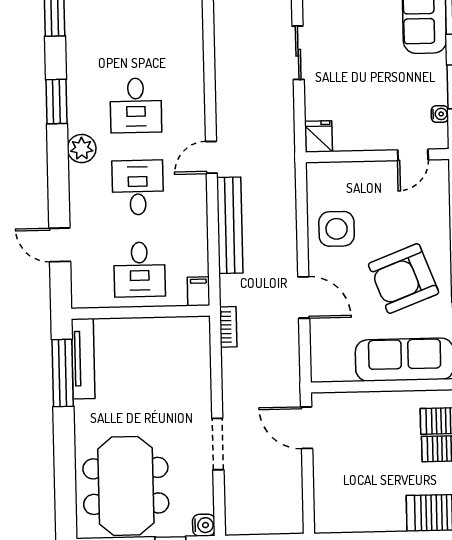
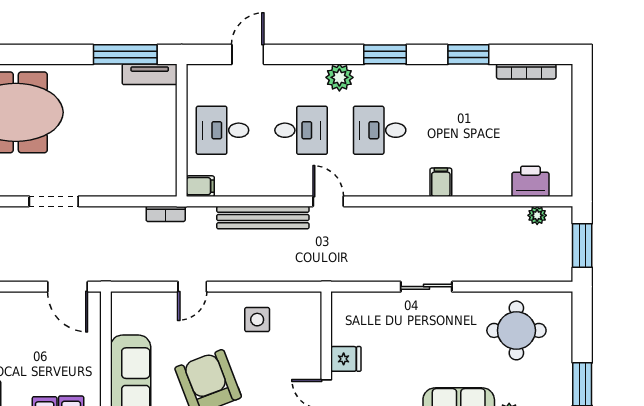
filing cabinet: (189, 40) -> (441, 182), added
fridge: (319, 136) -> (346, 359), moved
side table: (337, 229) -> (257, 320), width x0.73, depth x0.73
door: (304, 297) -> (192, 287), width x0.73
tv unit: (83, 359) -> (150, 74), width x0.71
door: (307, 428) -> (68, 287), swing flipped

